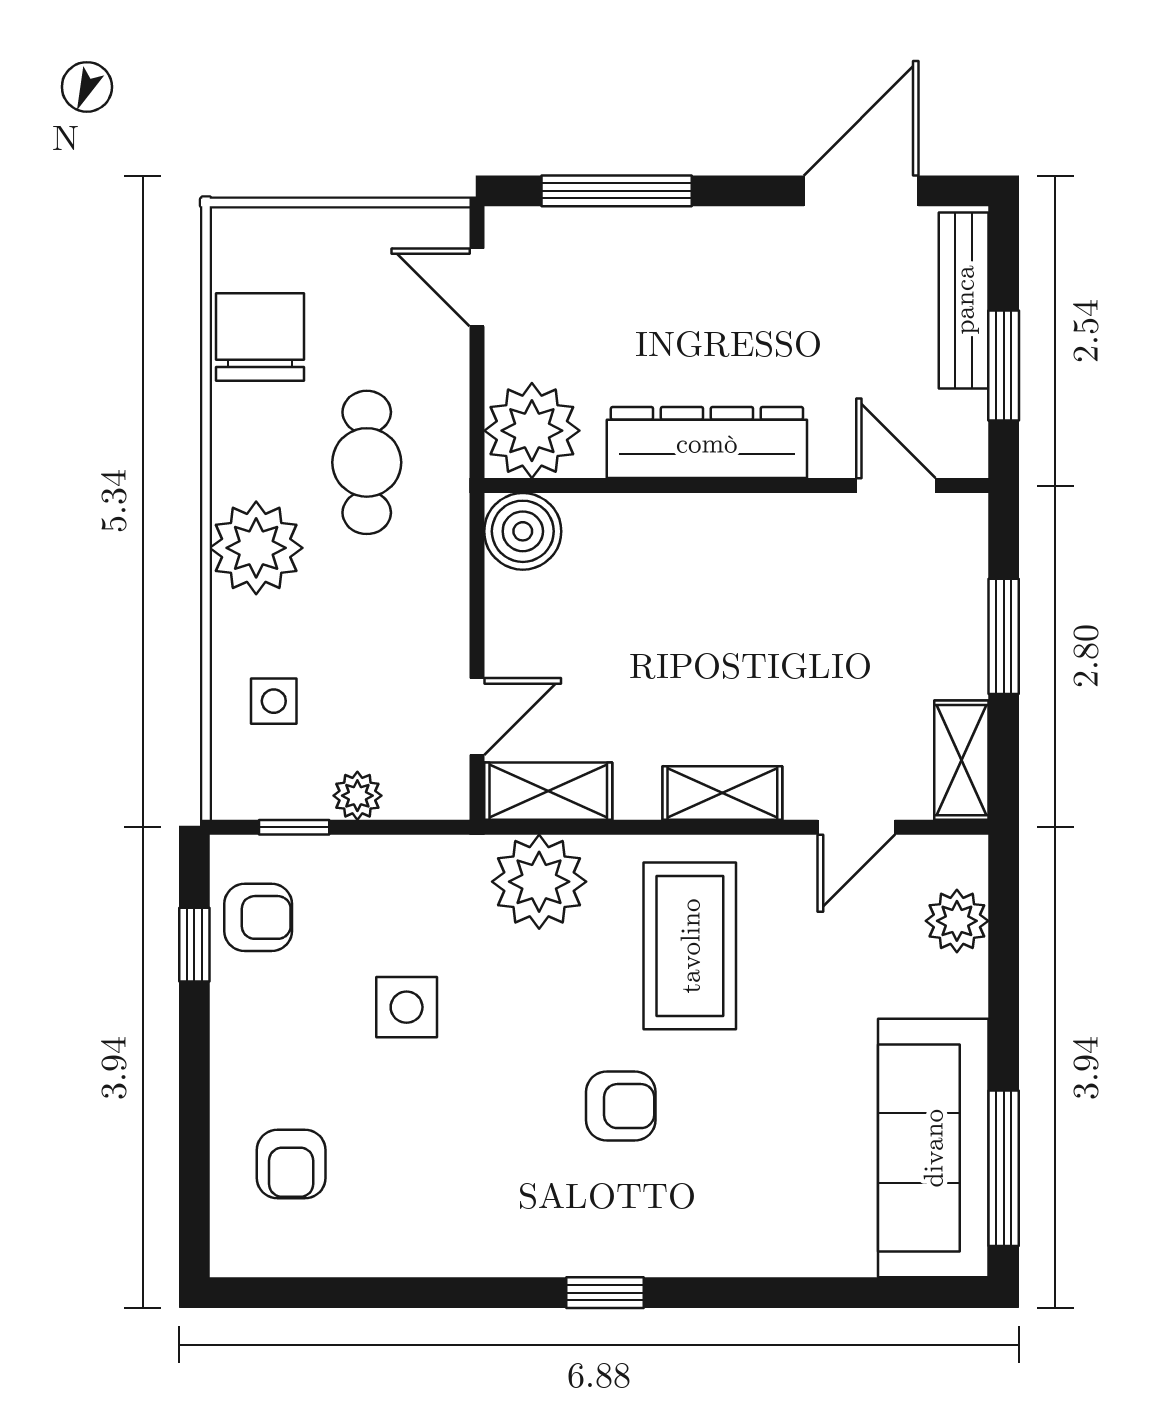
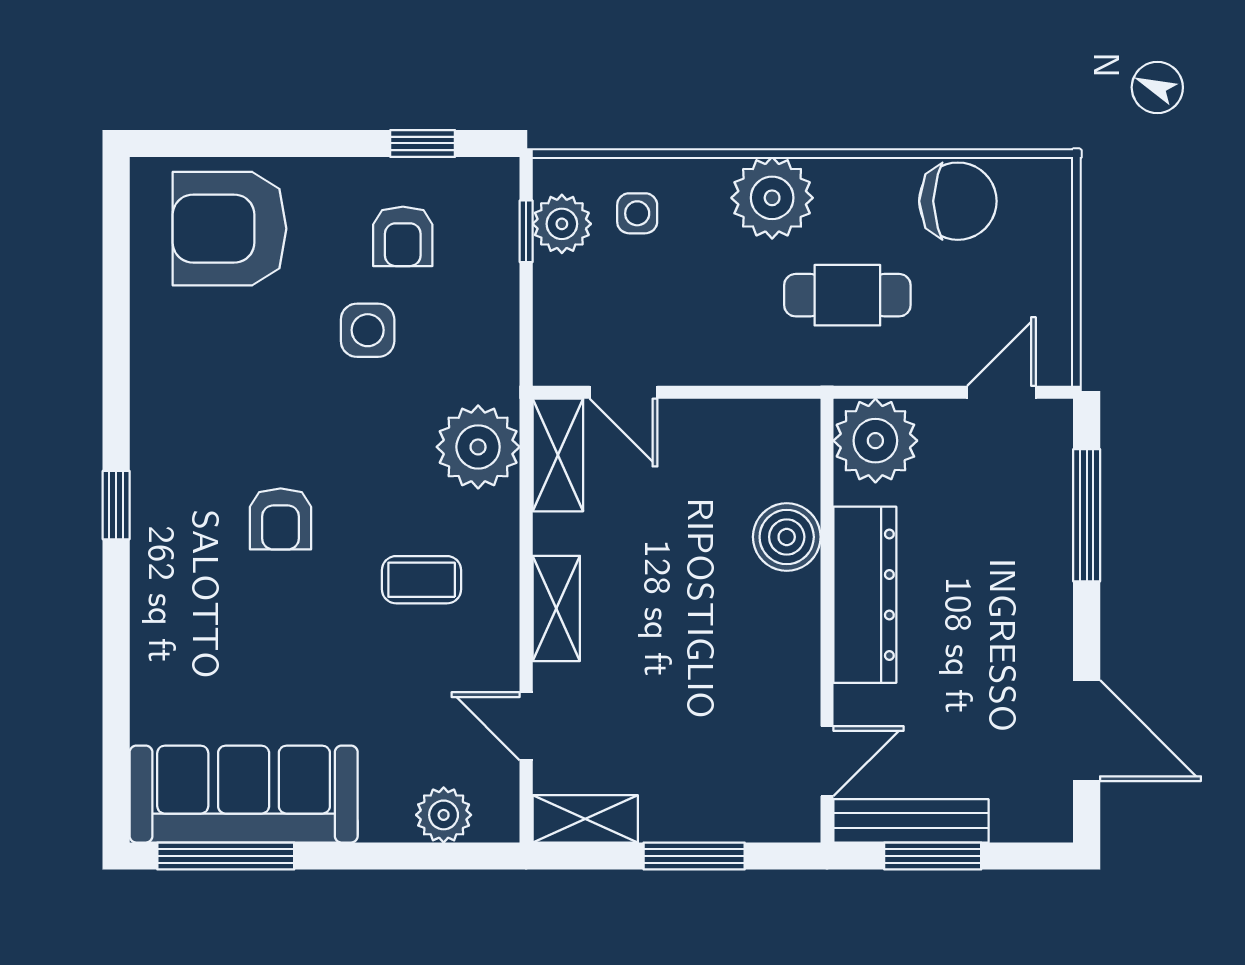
bench: (964, 300) -> (911, 821), moved
boiler: (523, 531) -> (787, 537), moved
plant: (357, 796) -> (562, 224), moved, width x1.38, depth x1.38
armchair: (258, 917) -> (403, 236), moved
coffee table: (690, 946) -> (422, 580), width x0.54, depth x0.58
armchair: (291, 1164) -> (229, 229), width x1.88, depth x1.88

